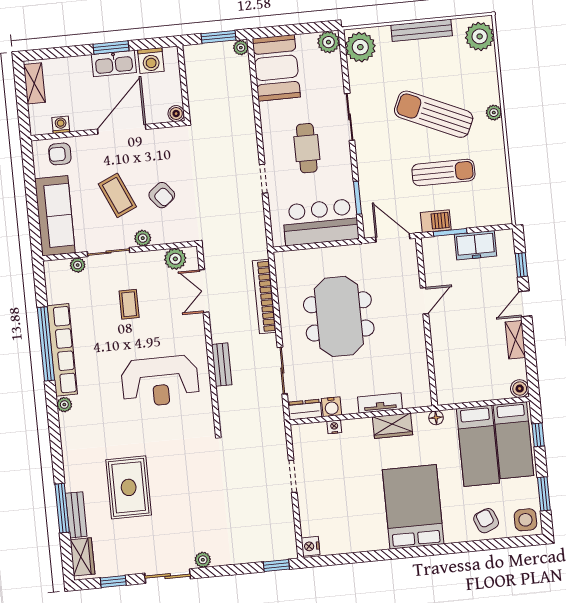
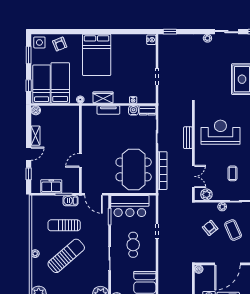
sun lounger: (434, 114) -> (66, 256), turned -65
meeting table: (339, 316) -> (134, 169), moved

